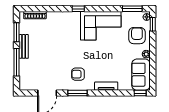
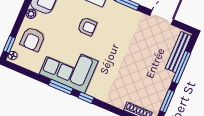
window: (132, 9) -> (61, 87), moved
bench: (24, 46) -> (178, 52), moved, width x1.36
armchair: (78, 74) -> (87, 27), moved

